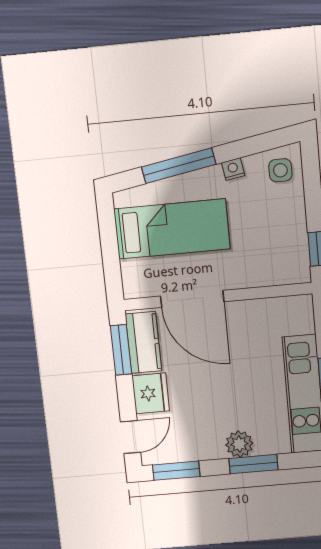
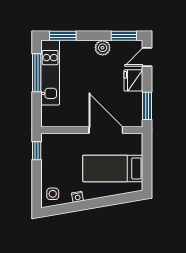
window: (179, 166) -> (106, 201), removed
kitchen counter: (143, 342) -> (134, 109), removed
plant: (239, 444) -> (103, 48), moved
window: (254, 464) -> (63, 36), moved

